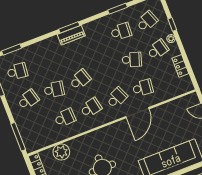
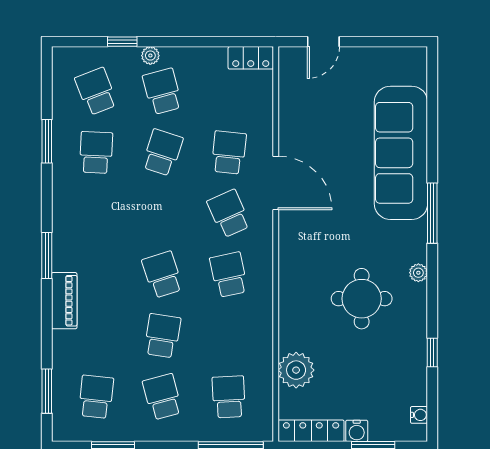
piano: (71, 35) -> (64, 301), moved
locker: (180, 66) -> (251, 58), moved
school desk: (65, 118) -> (229, 397), moved

